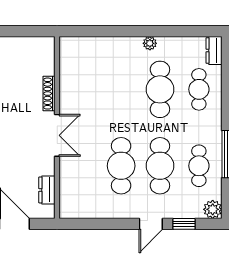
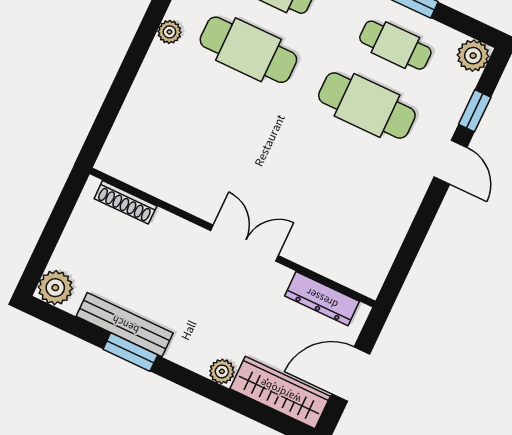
shoe rack: (49, 94) -> (125, 202), moved
cafe table: (121, 166) -> (338, 166), removed
dresser: (47, 190) -> (322, 299), width x1.44

